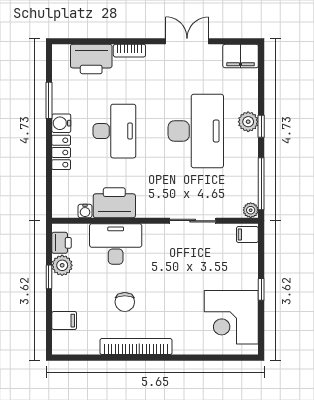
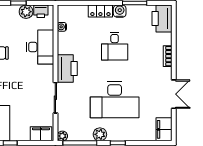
printer: (91, 59) -> (162, 19), moved
plant: (248, 122) -> (100, 134), moved
desk: (114, 131) -> (115, 46), width x0.73
printer: (114, 203) -> (67, 68), moved
filing cabinet: (247, 234) -> (41, 134), width x2.00

